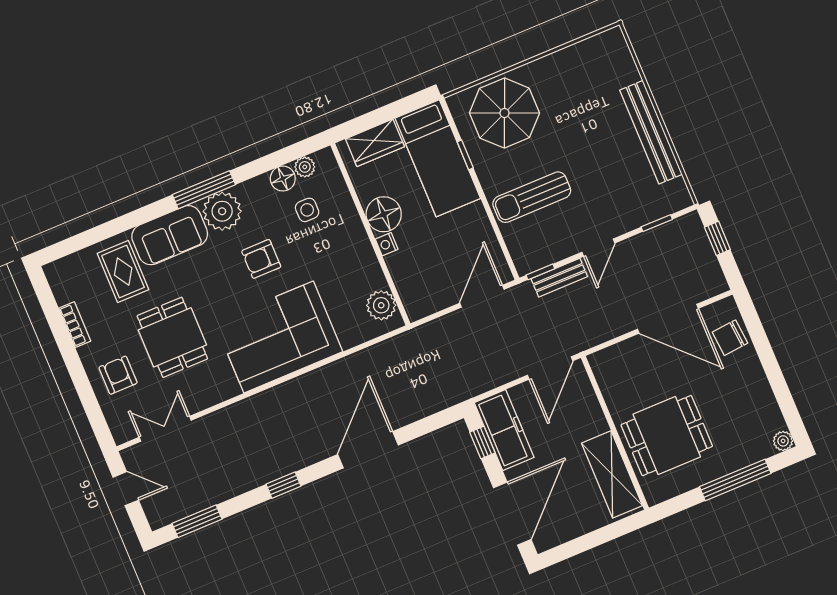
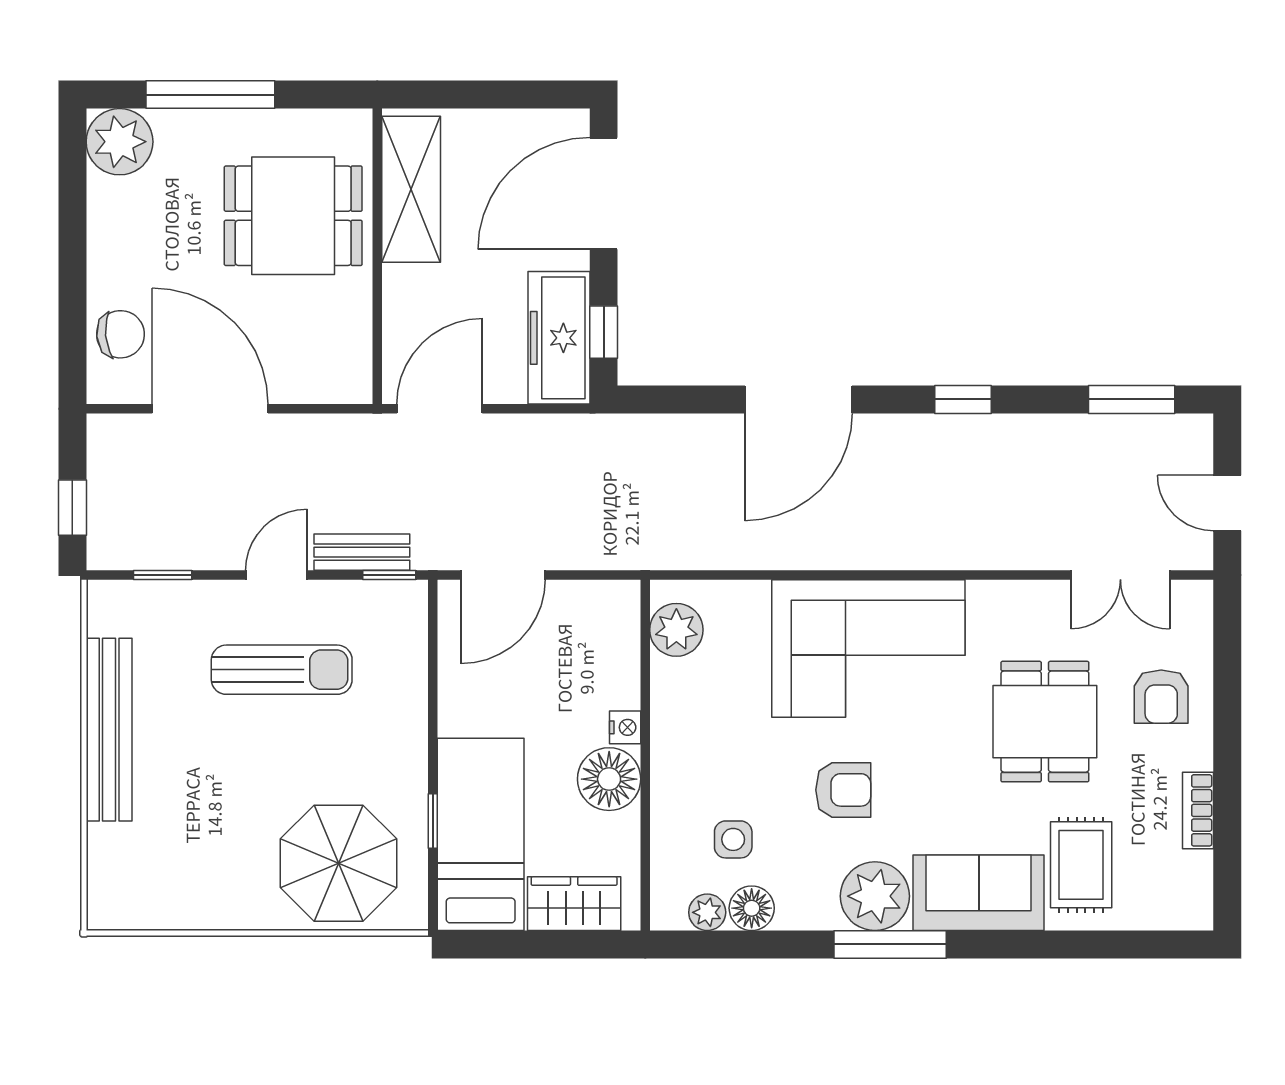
sun lounger: (532, 197) -> (282, 670), moved
plant: (783, 441) -> (120, 142), width x1.88, depth x1.88

